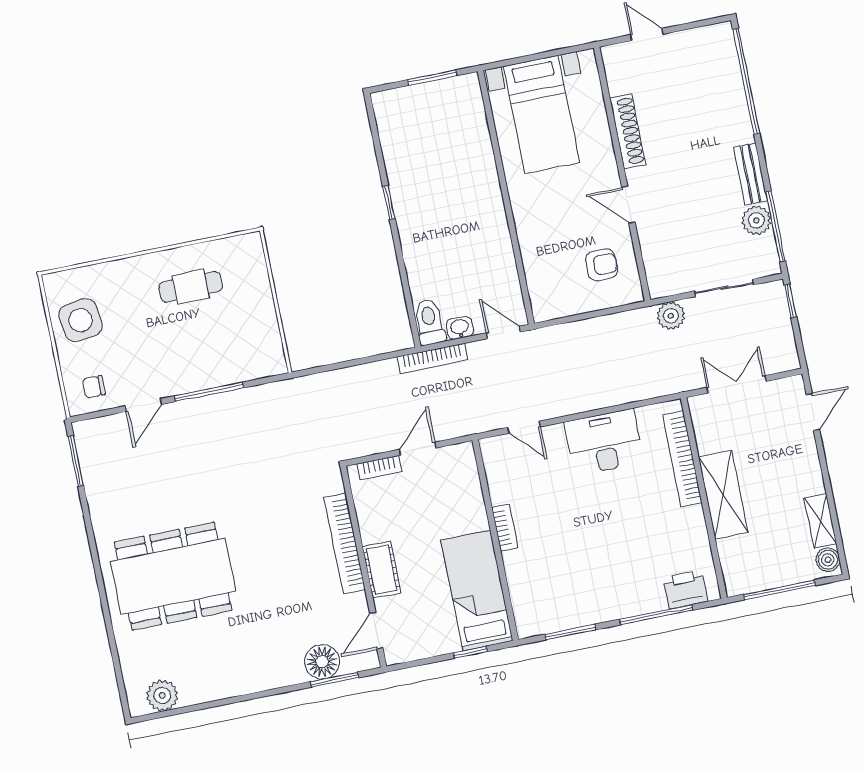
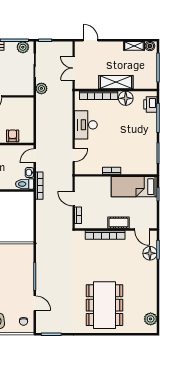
plant: (756, 220) -> (23, 47), moved
armchair: (601, 265) -> (13, 136), moved
floor lamp: (688, 526) -> (126, 98), added

